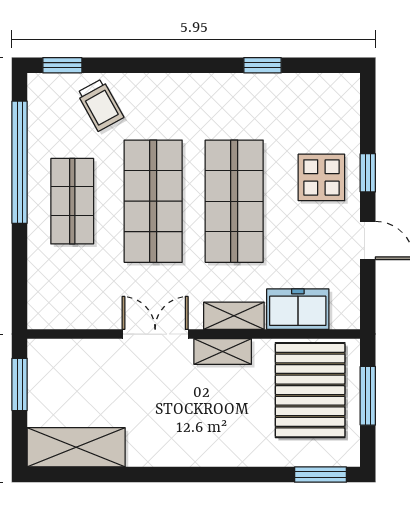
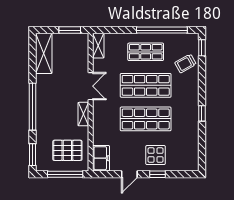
window: (263, 65) -> (202, 113), moved
freezer: (298, 309) -> (101, 158), moved
shelving: (234, 316) -> (98, 46), moved
pallet: (310, 390) -> (67, 150), width x0.73, depth x0.71
window: (368, 396) -> (65, 174), width x1.44
window: (204, 475) -> (32, 107), added

